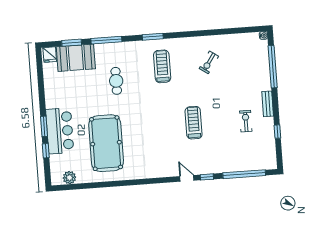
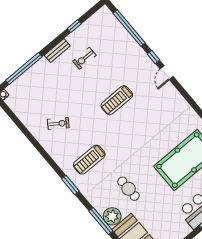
plant: (104, 52) -> (112, 216), added
cafe table: (116, 81) -> (129, 189), turned 90

